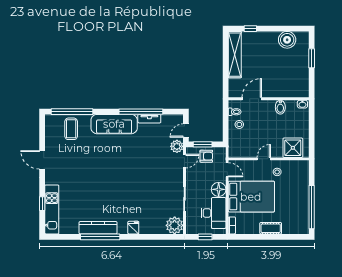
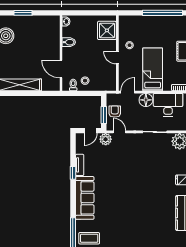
window: (141, 112) -> (73, 173), width x0.32
door: (186, 131) -> (91, 131), hinge flipped
bed: (251, 197) -> (153, 69), width x0.67

